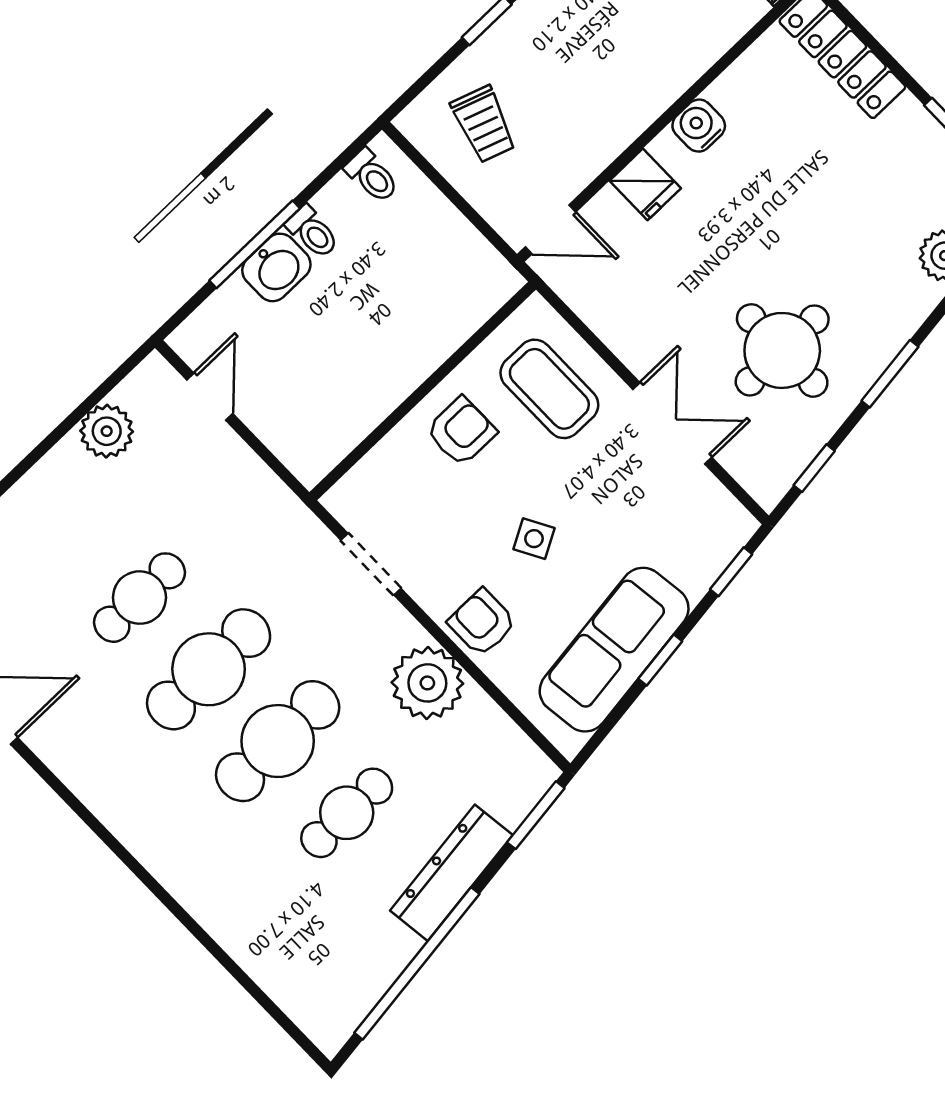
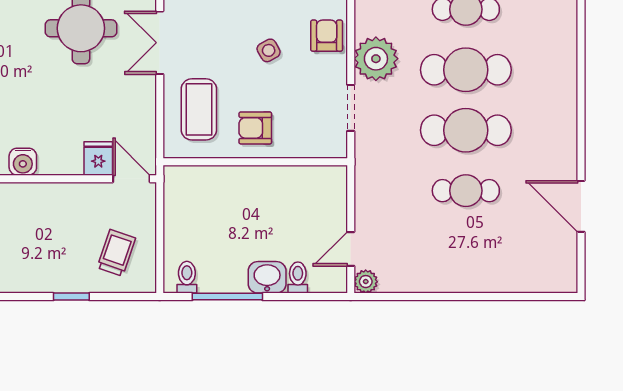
fridge: (645, 184) -> (98, 158), moved
toilet: (313, 232) -> (298, 278), moved
window: (255, 244) -> (227, 297), moved
plant: (107, 431) -> (366, 282), moved, width x0.73, depth x0.73
armchair: (482, 623) -> (327, 36), turned 180
plant: (427, 683) -> (376, 59), moved

